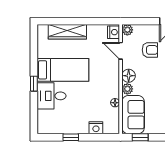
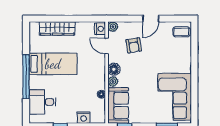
armchair: (150, 50) -> (134, 45), turned 81
window: (34, 84) -> (26, 77), width x3.17
desk: (51, 96) -> (42, 102), moved

